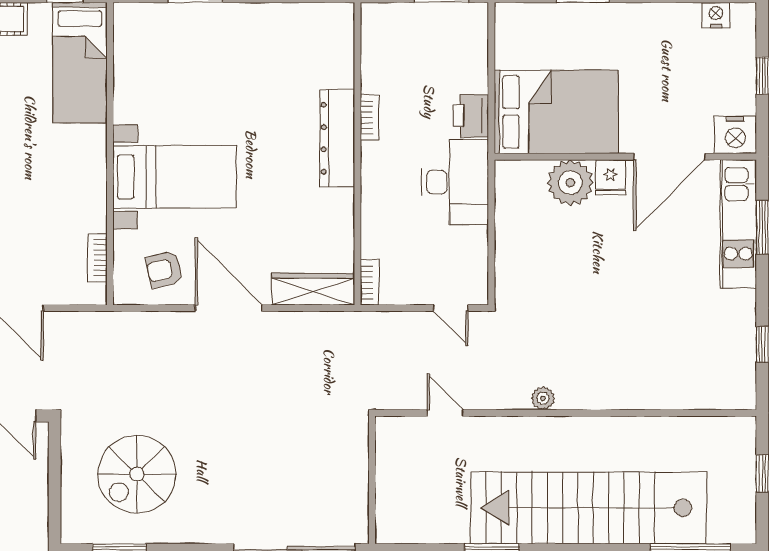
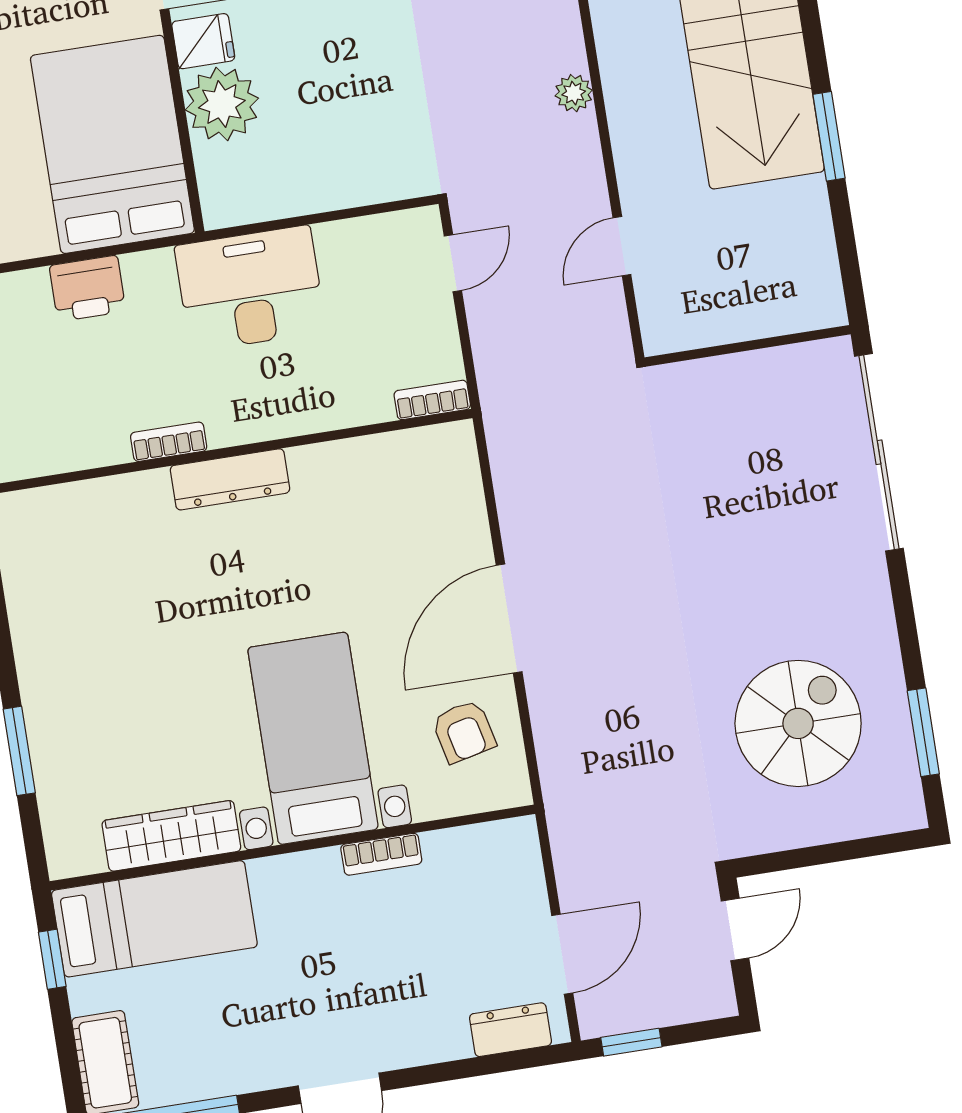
printer: (471, 116) -> (88, 288), moved
dresser: (337, 138) -> (230, 479), width x0.73, depth x0.80
bookcase: (97, 258) -> (381, 854), moved
wardrobe: (313, 289) -> (171, 836), moved, turned 90
spiral stairs: (137, 474) -> (798, 723), turned -90

